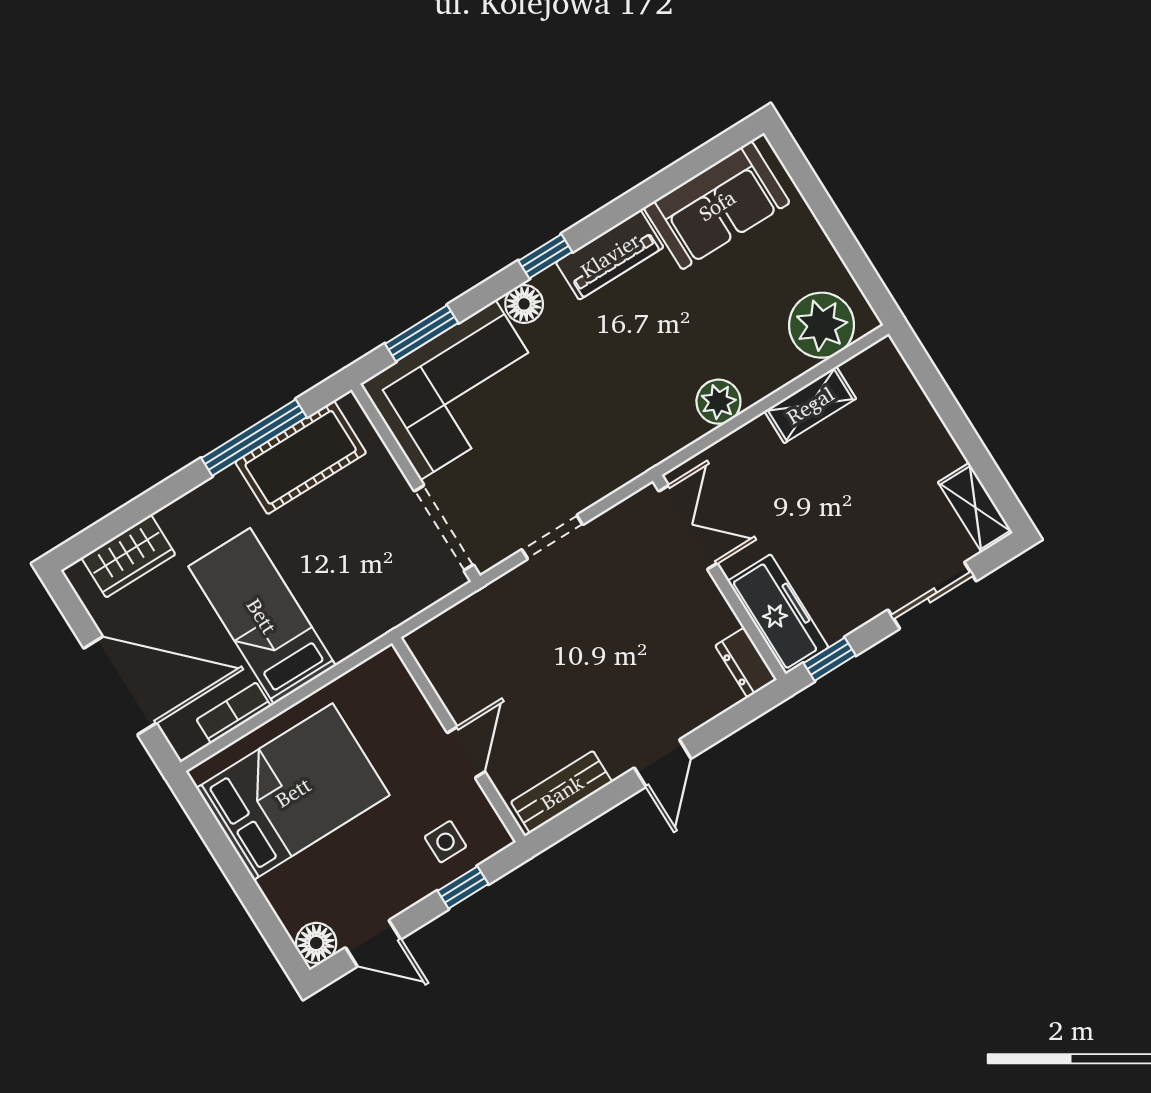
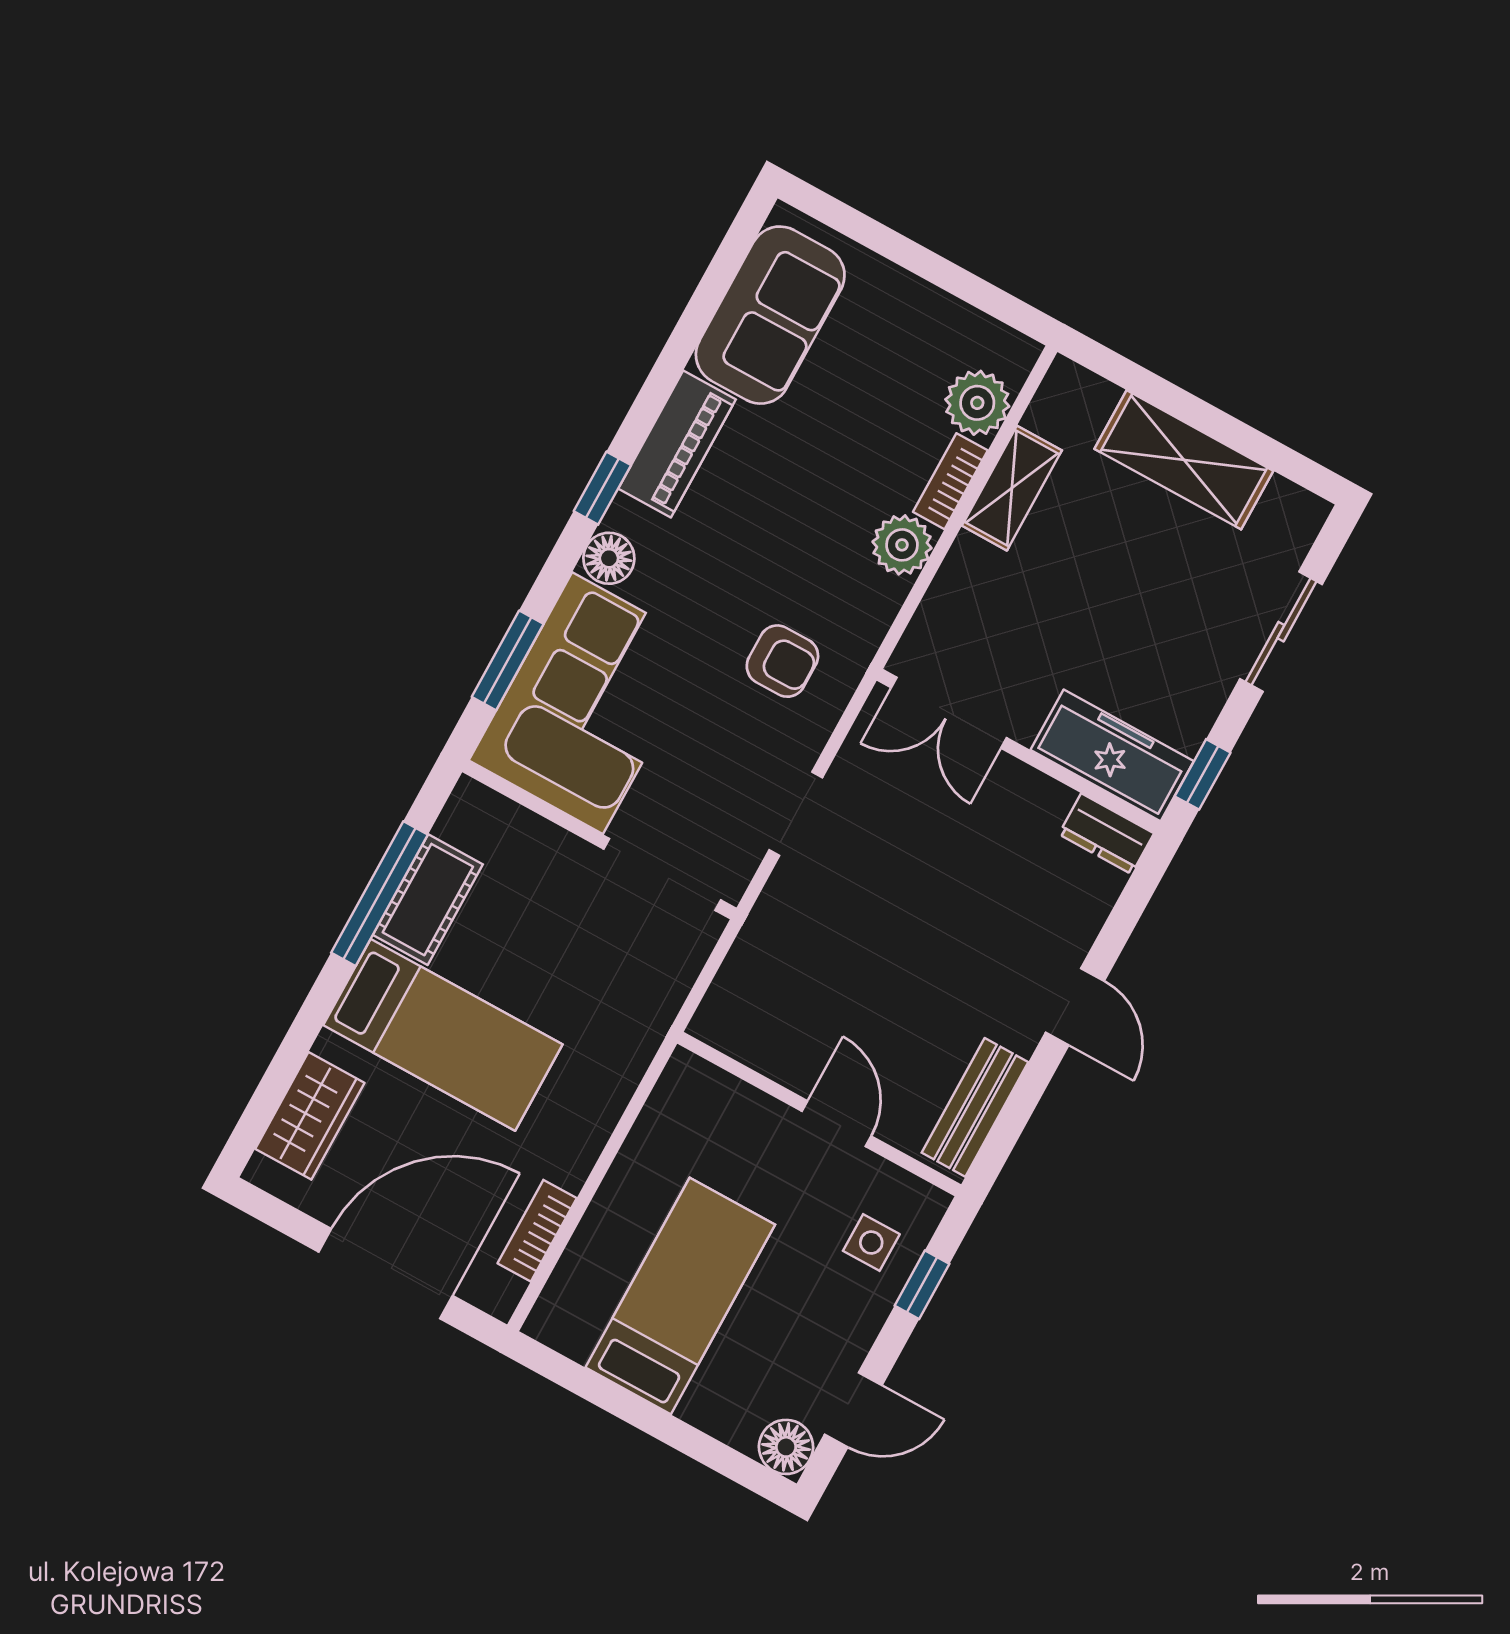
plant: (822, 325) -> (977, 403), width x0.73, depth x0.73
bookcase: (773, 378) -> (950, 481), added
armchair: (599, 433) -> (782, 661), added
cot: (301, 457) -> (428, 900), width x0.73, depth x0.75
shelving: (975, 507) -> (1184, 460), moved, width x1.50, depth x1.33
double door: (688, 527) -> (949, 713), swing flipped
bed: (262, 616) -> (443, 1035), moved, turned 180
bed: (293, 792) -> (680, 1296), width x0.67

